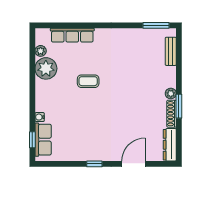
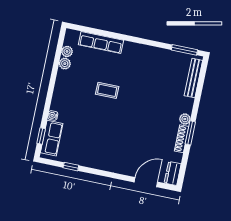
bench: (171, 51) -> (193, 78), width x1.36
plant: (46, 68) -> (65, 64), width x0.53, depth x0.53
dresser: (170, 145) -> (173, 173), width x0.70
window: (94, 164) -> (71, 167), moved
door: (133, 164) -> (146, 182), moved

